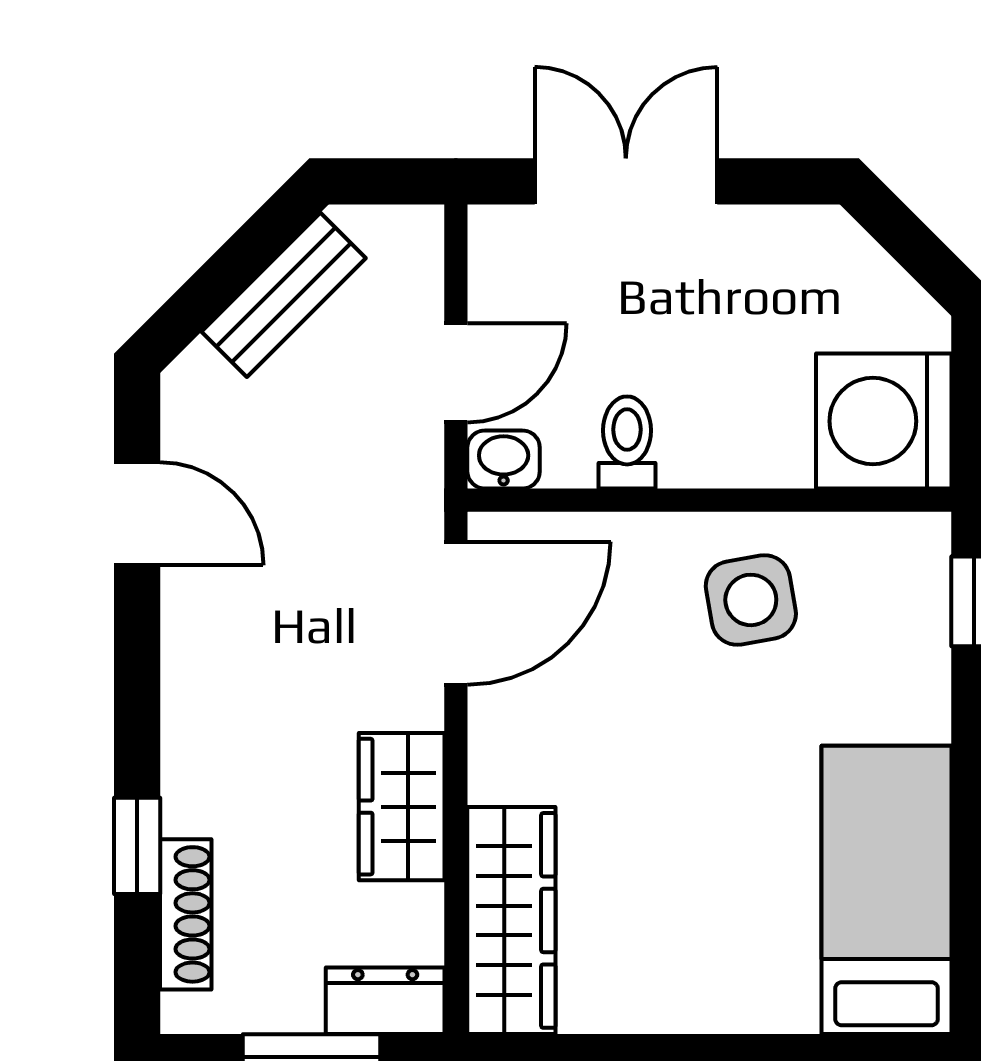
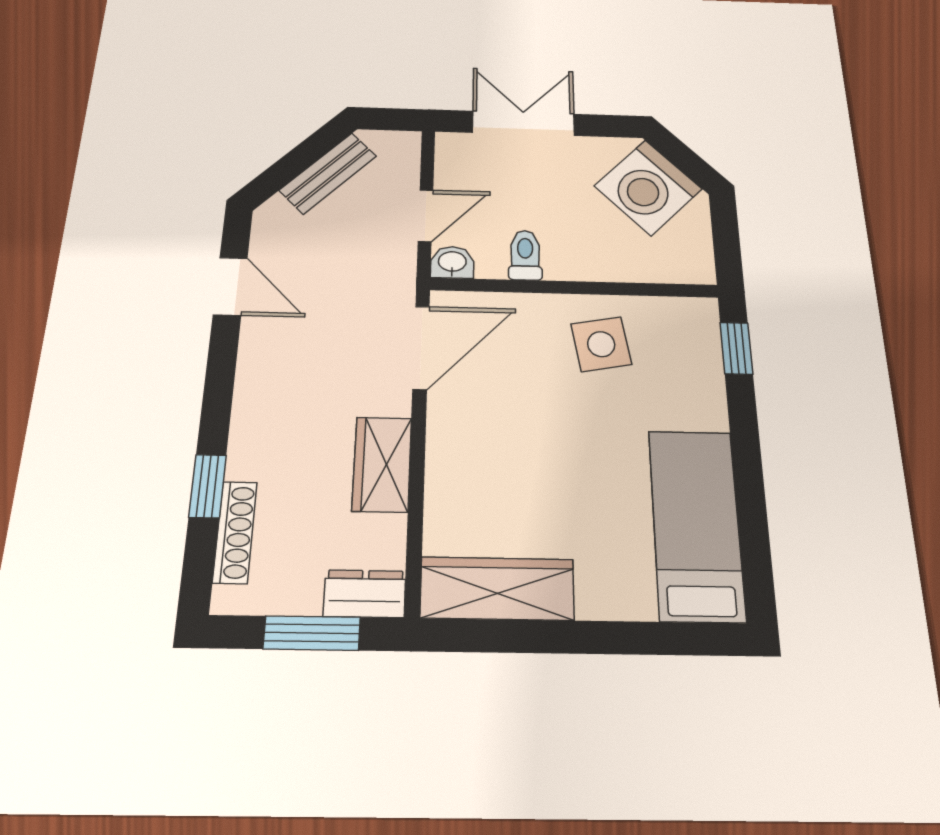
washing machine: (884, 421) -> (648, 187), moved, turned -45
wardrobe: (511, 920) -> (497, 588), moved, turned -90

